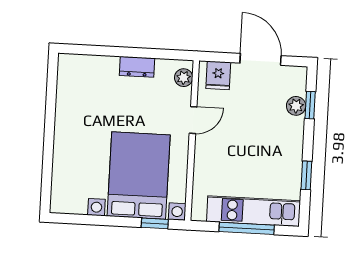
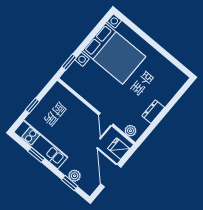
door: (261, 59) -> (111, 176), swing flipped
bed with nightstands: (139, 176) -> (114, 54), moved
kitchen unit: (254, 211) -> (41, 145), moved, turned -90
window: (247, 228) -> (32, 106), width x0.46

